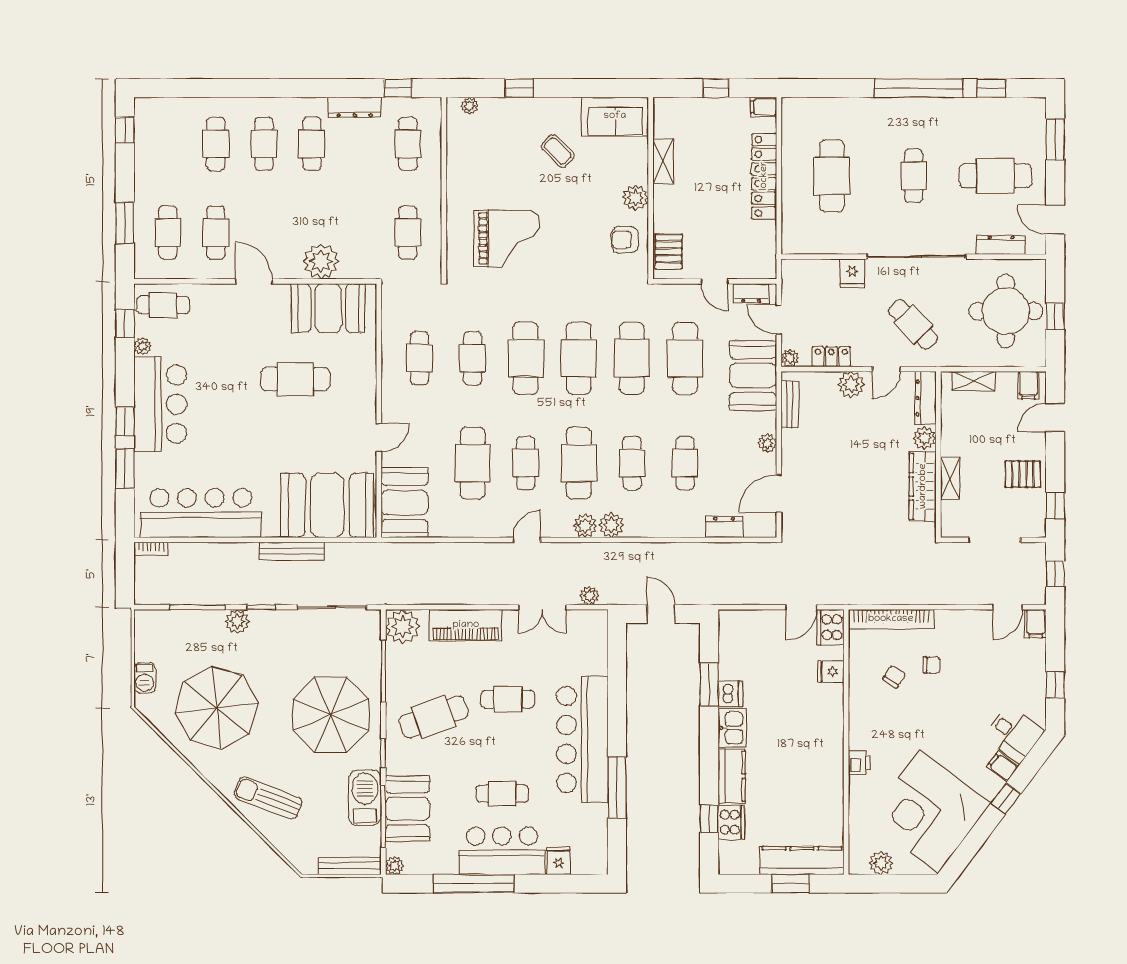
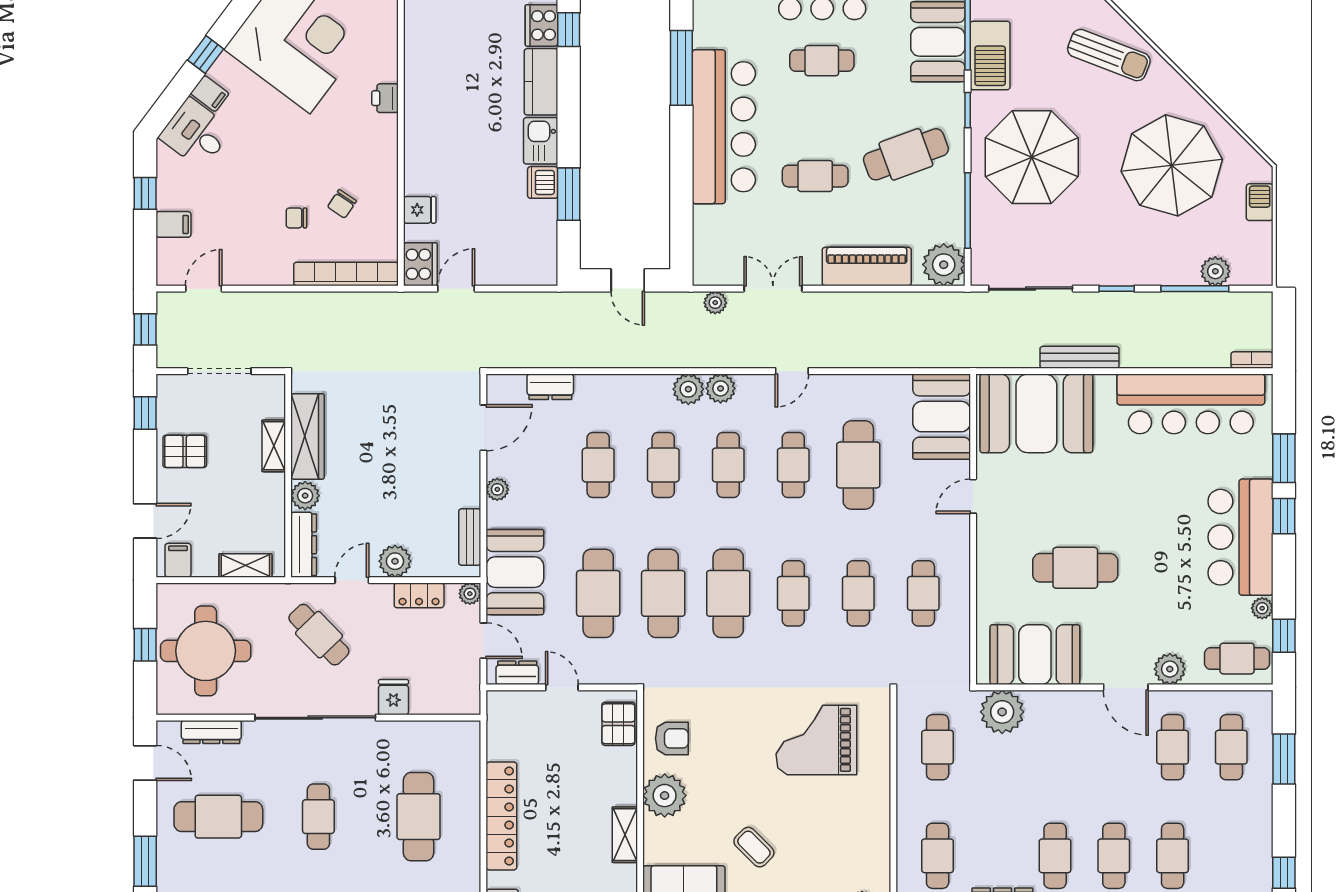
plant: (635, 198) -> (665, 796), width x1.36, depth x1.36
plant: (321, 261) -> (1002, 712), moved
plant: (218, 296) -> (1170, 669), added
cafe table: (526, 358) -> (793, 593), width x0.73, depth x0.74
cafe table: (579, 463) -> (728, 465), width x0.73, depth x0.74
plant: (237, 621) -> (1215, 271), moved
filing cabinet: (1036, 624) -> (173, 224), moved, turned 90

